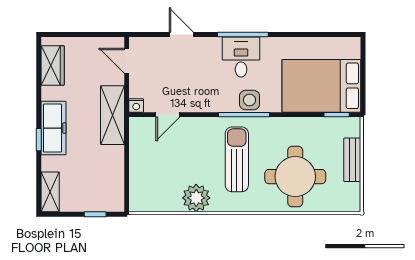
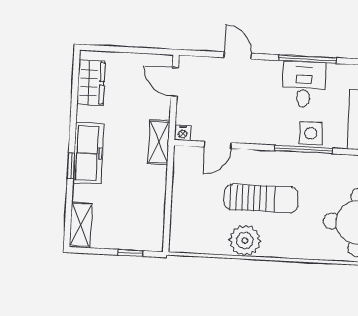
shelving: (112, 115) -> (159, 142), width x0.67, depth x0.75
sun lounger: (237, 159) -> (261, 198), moved, turned 90

